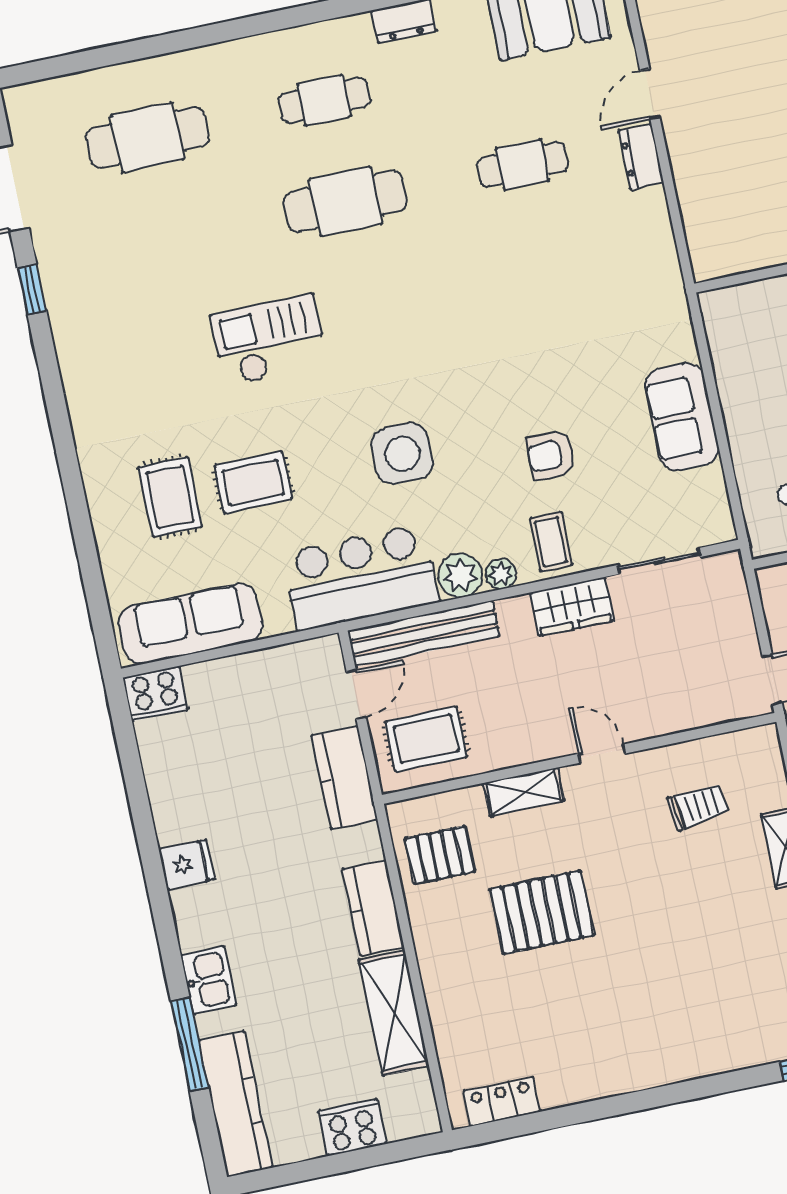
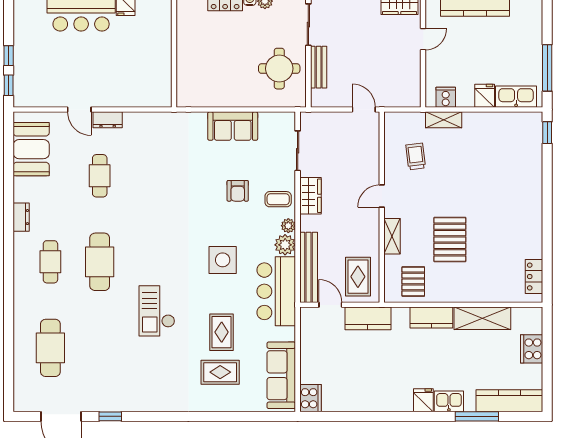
fridge: (187, 865) -> (423, 400), moved

